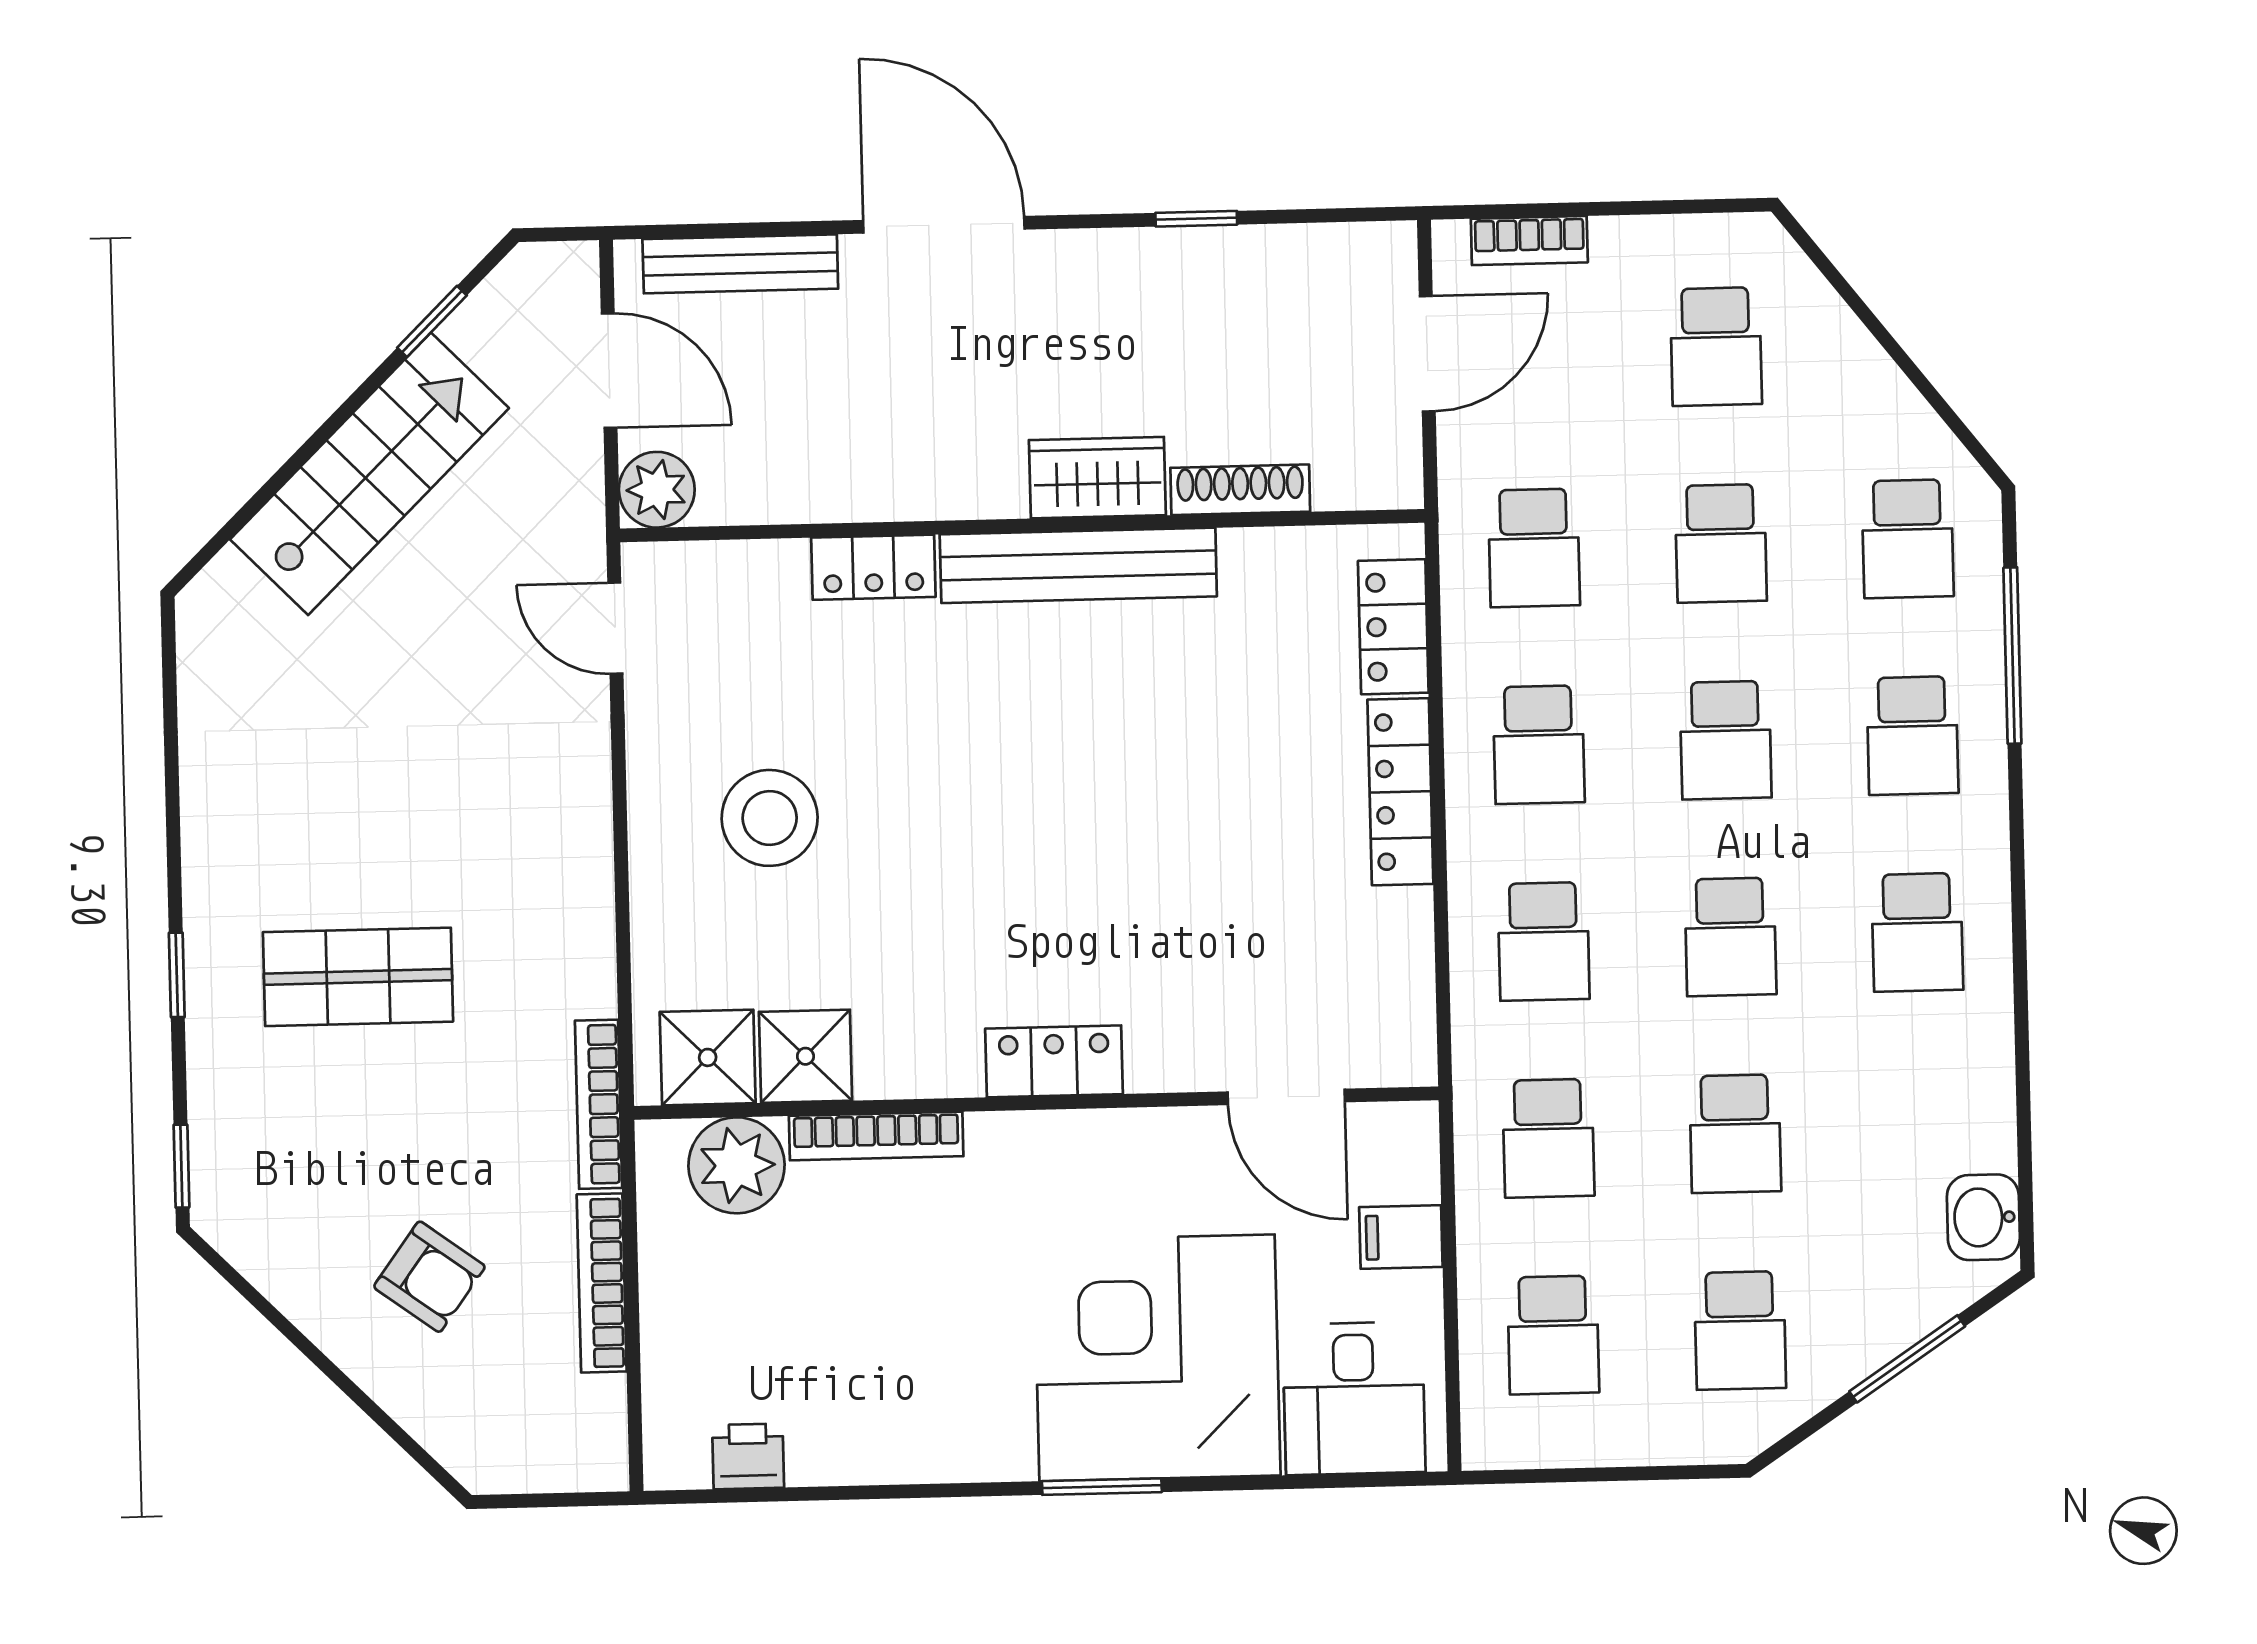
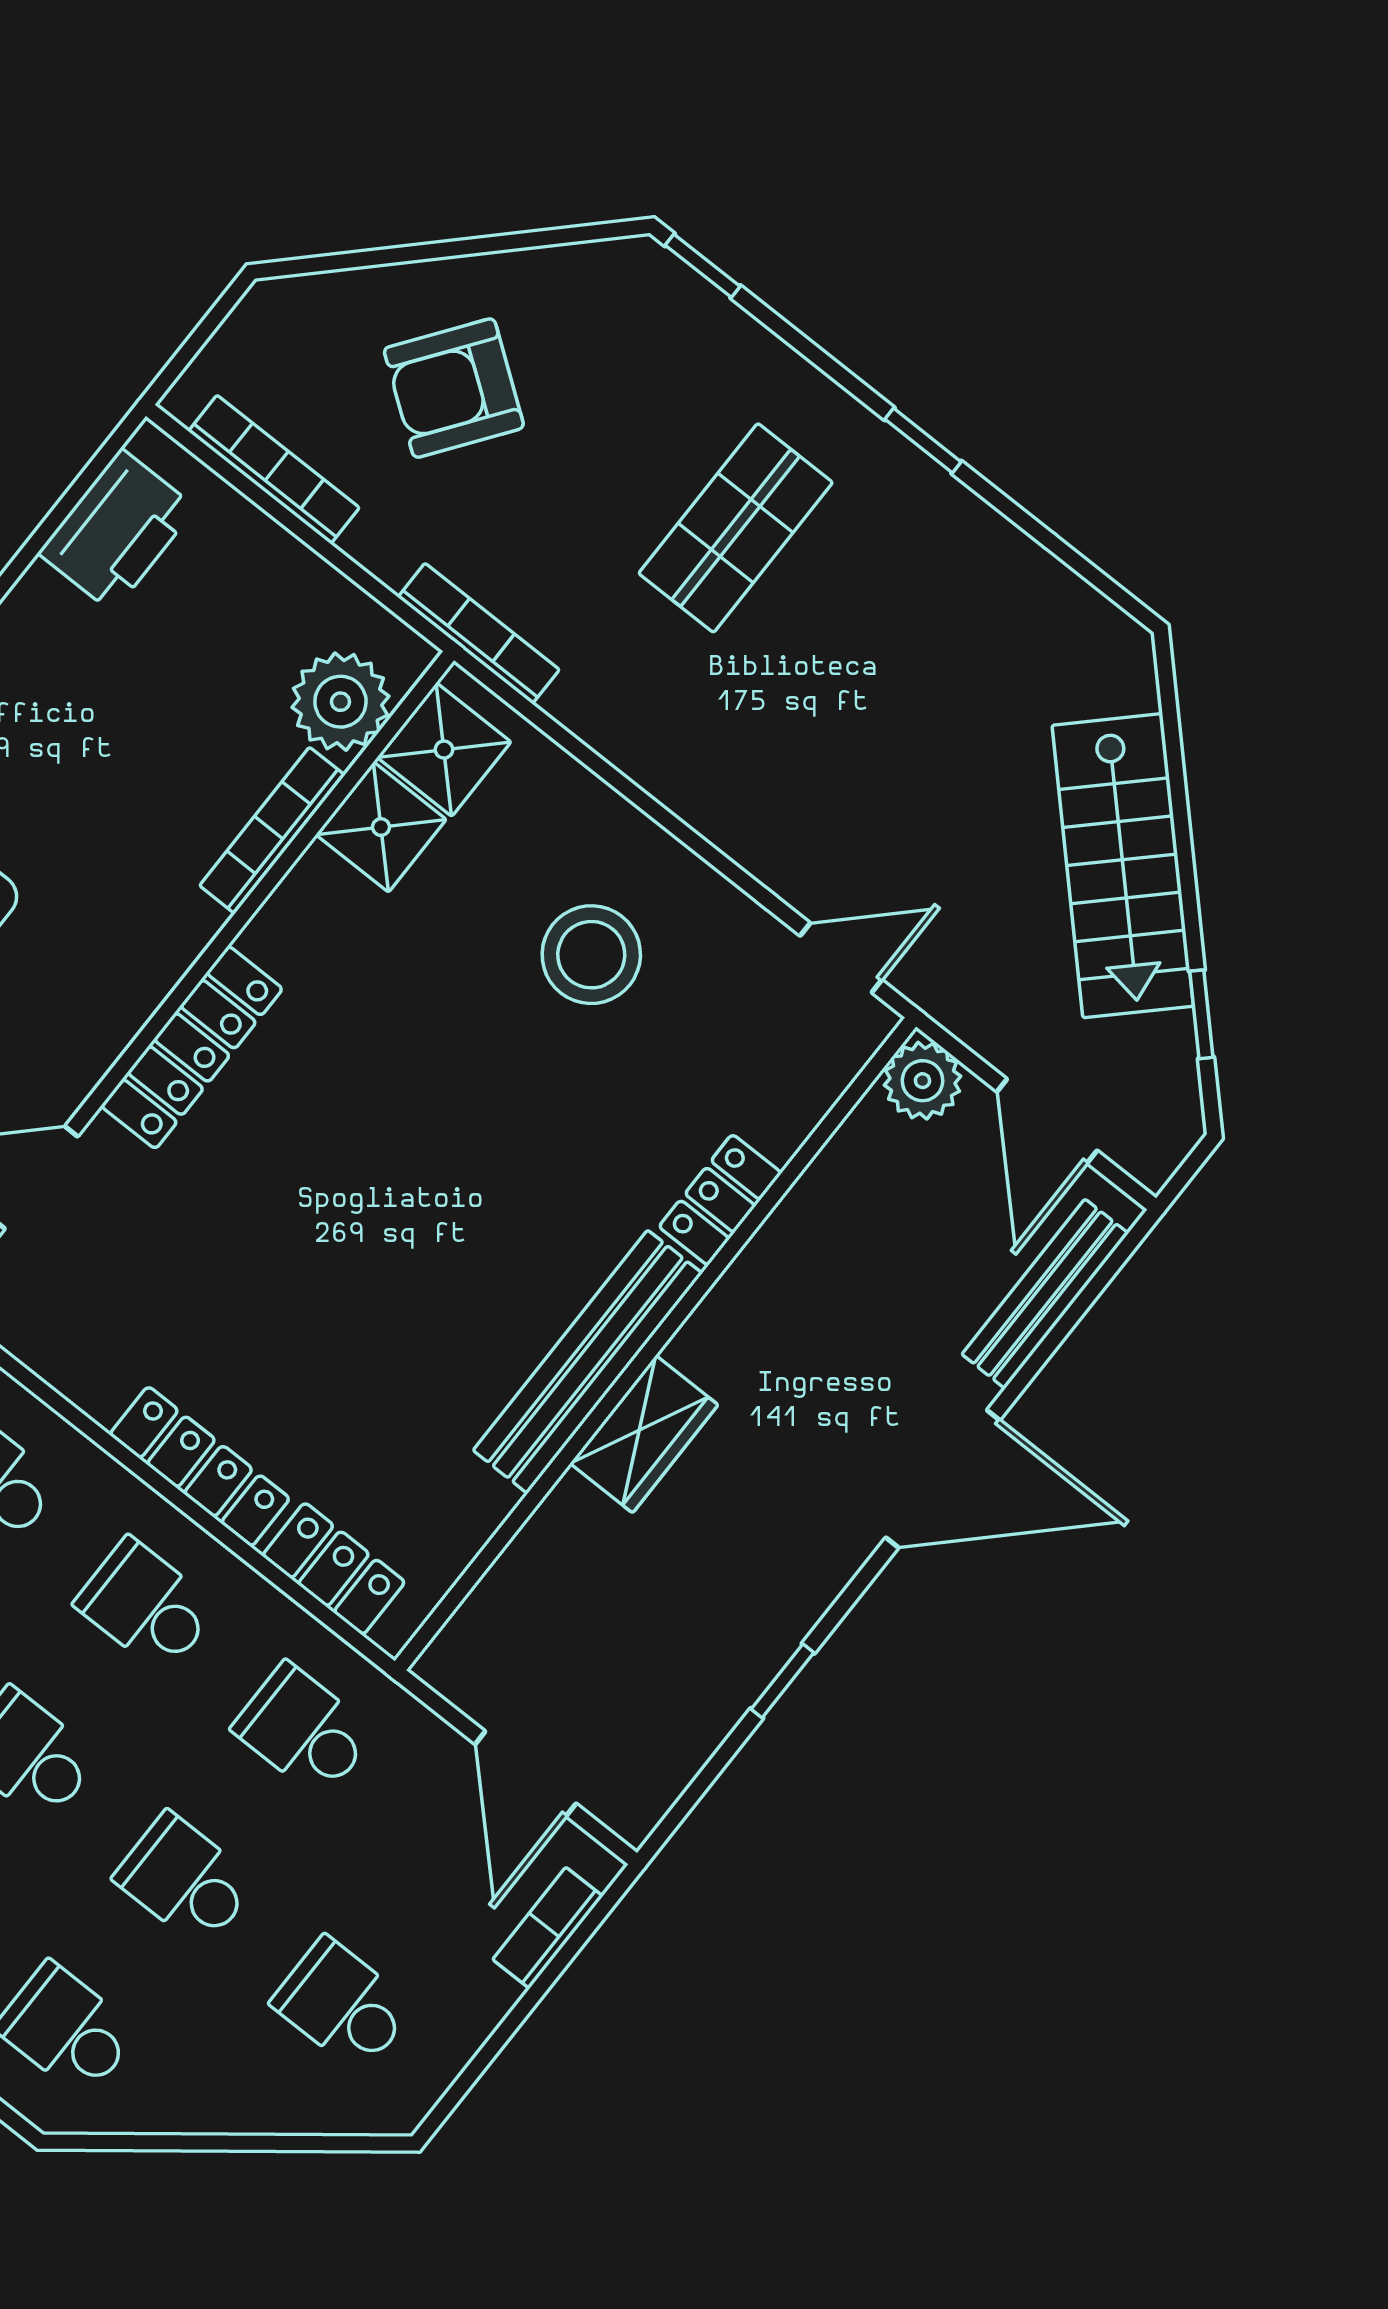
door: (609, 371) -> (1047, 1121), hinge flipped
shoe rack: (1240, 490) -> (541, 1538), removed
window: (177, 975) -> (923, 440), moved
locker: (1054, 1061) -> (192, 1047), width x1.53
armchair: (429, 1277) -> (454, 388), width x1.38, depth x1.38
bookcase: (602, 1283) -> (274, 470), moved
printer: (748, 1456) -> (117, 530), width x1.87, depth x1.48

